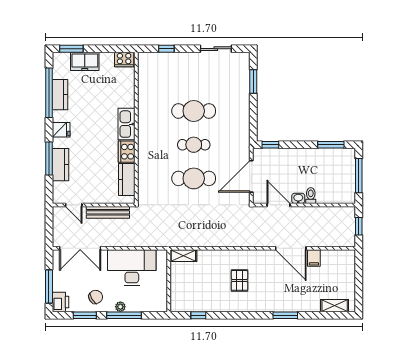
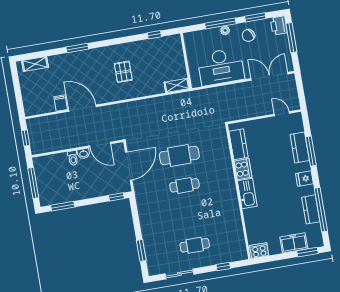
cafe table: (194, 111) -> (195, 245), moved, width x0.73, depth x0.74
bench: (108, 212) -> (250, 112), removed

